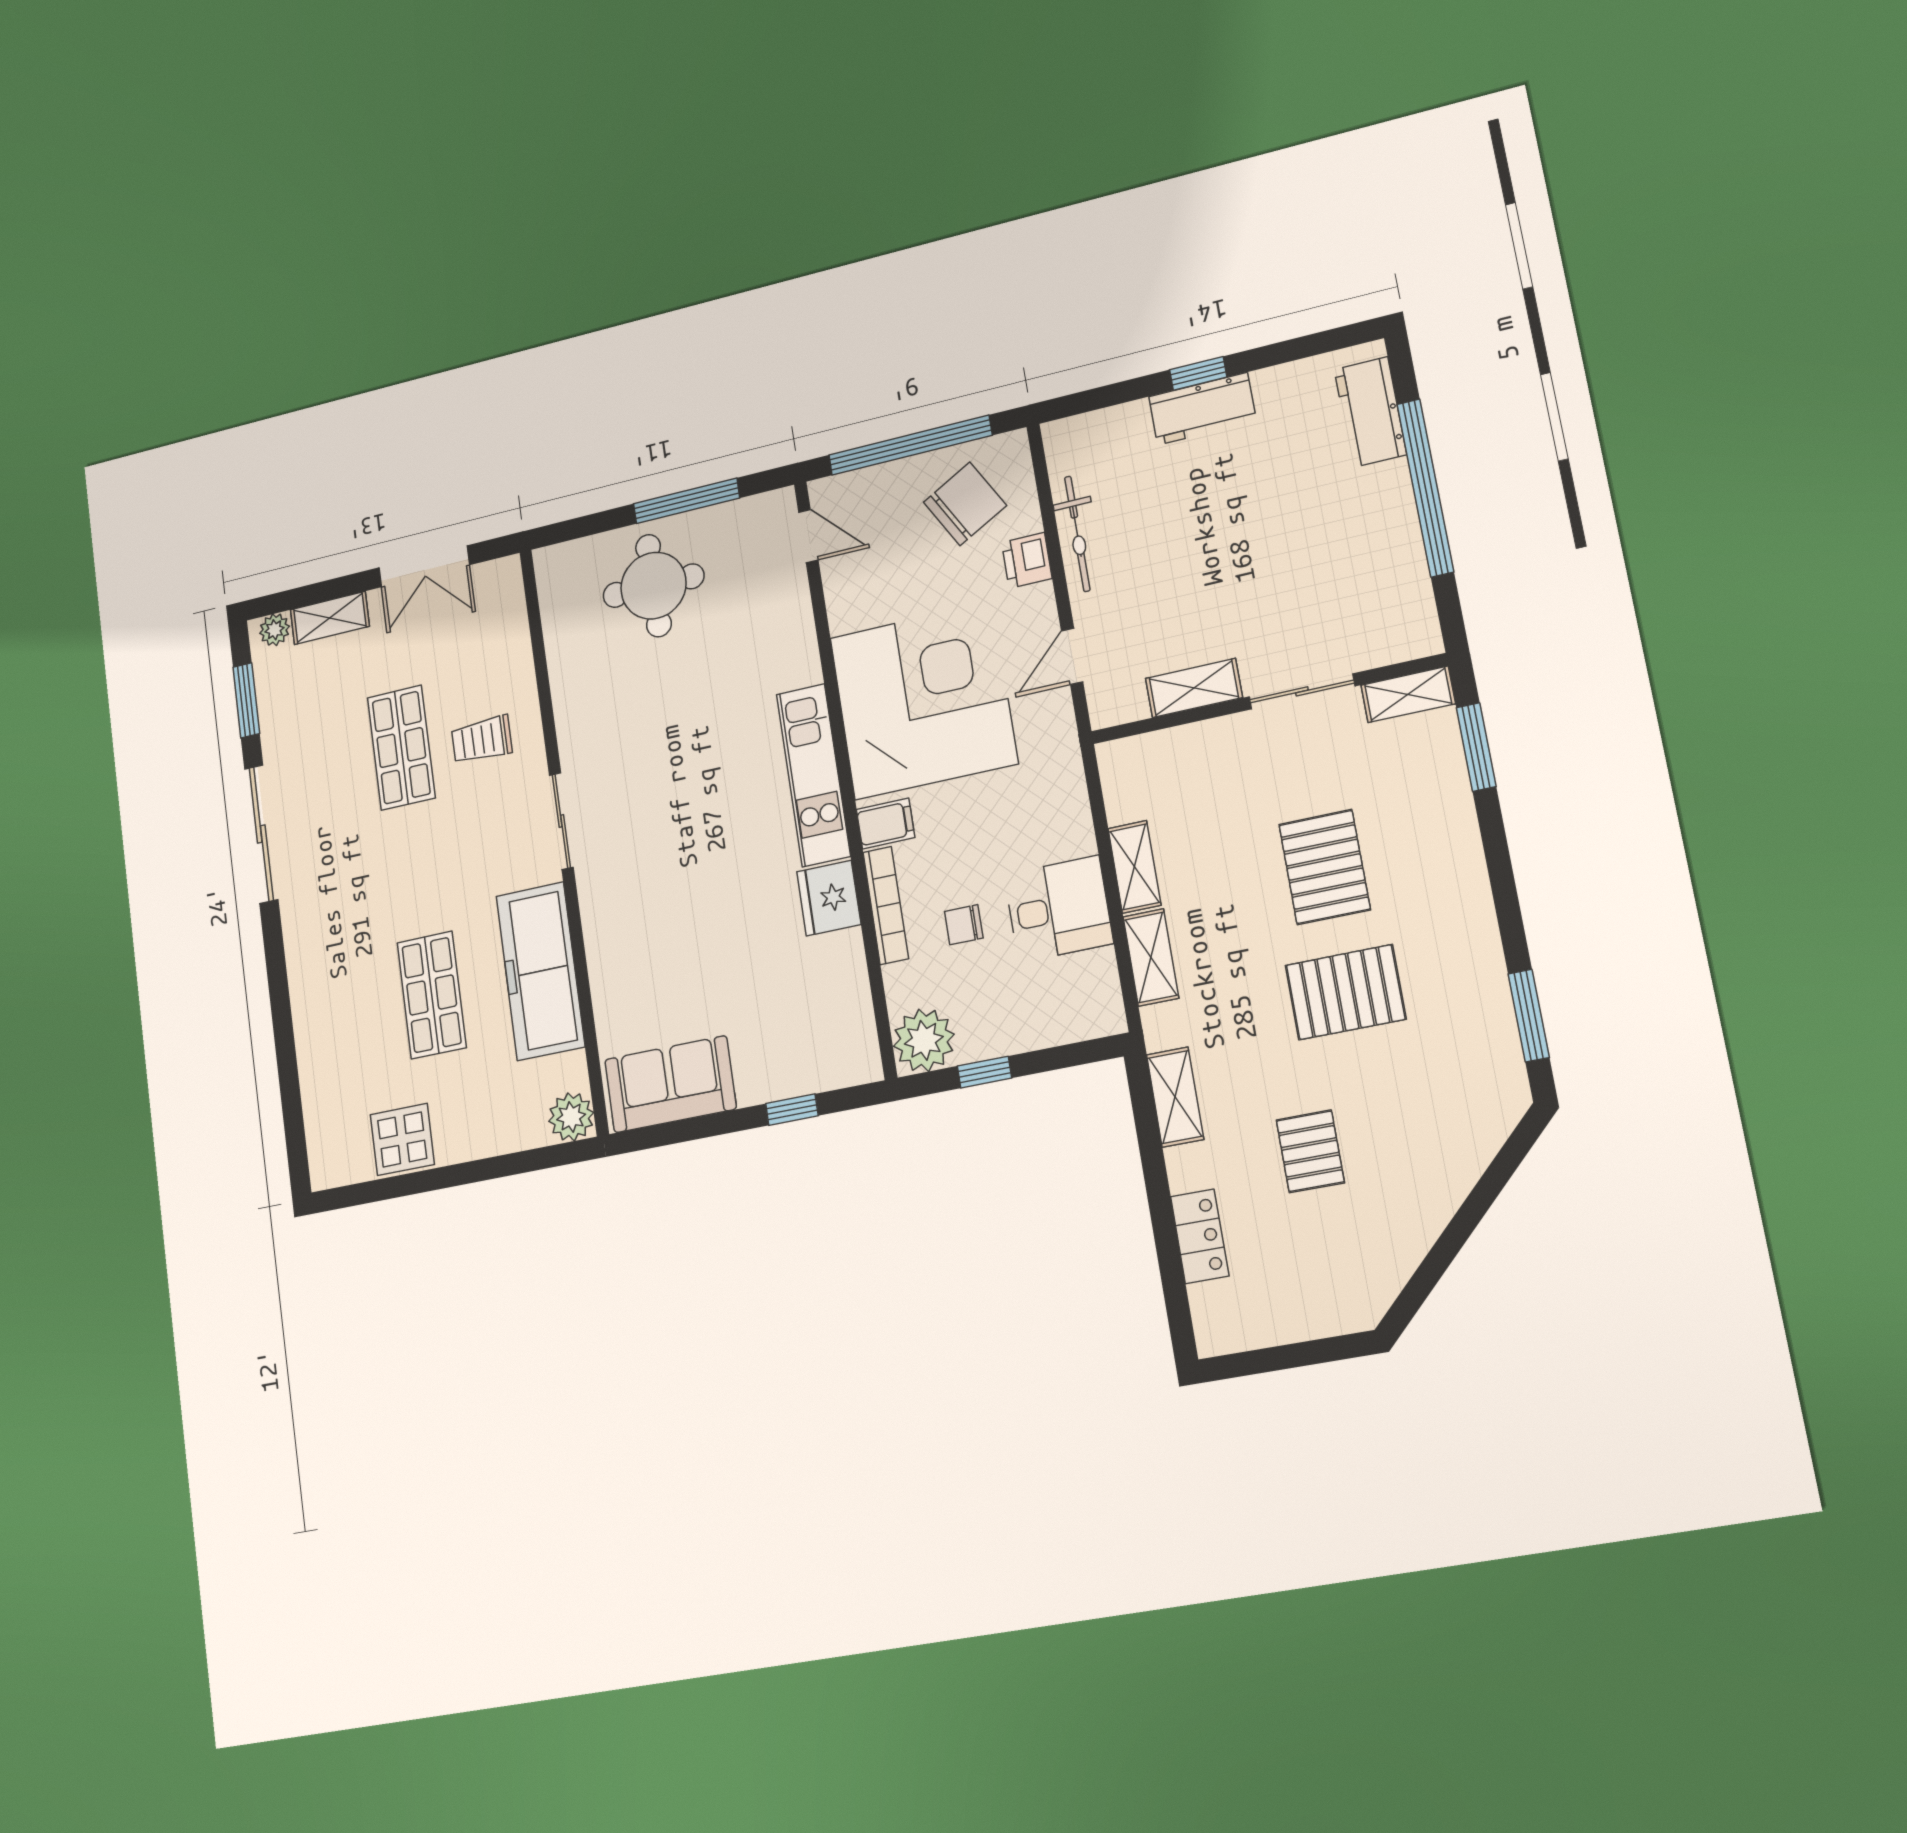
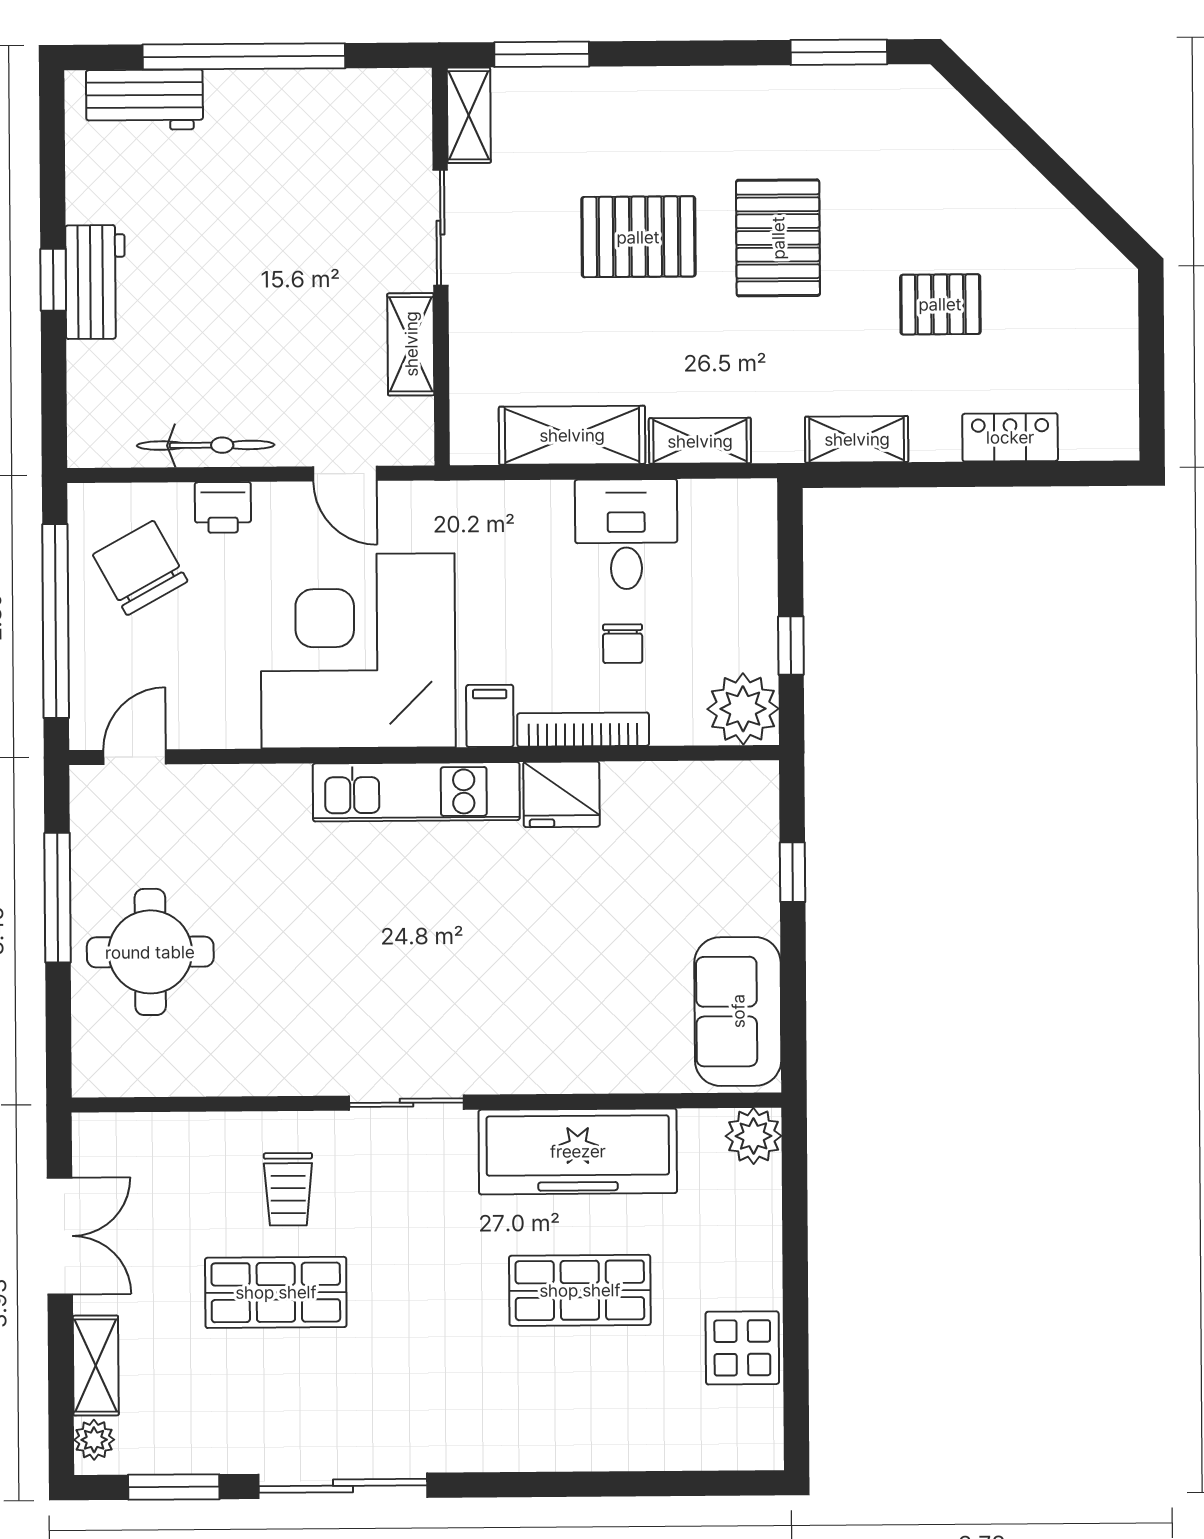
shelving: (1134, 867) -> (572, 435), width x1.50, depth x1.33

